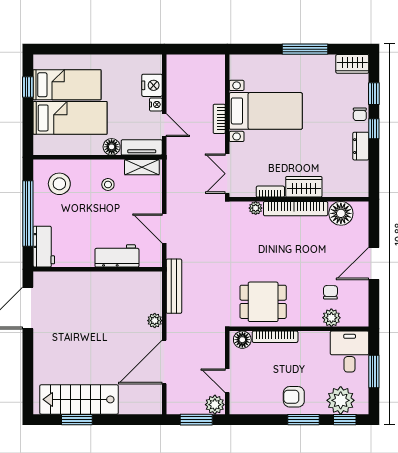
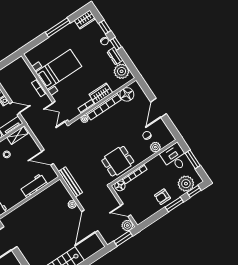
plant: (355, 175) -> (122, 71), added

